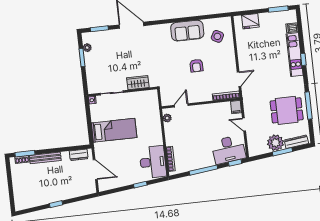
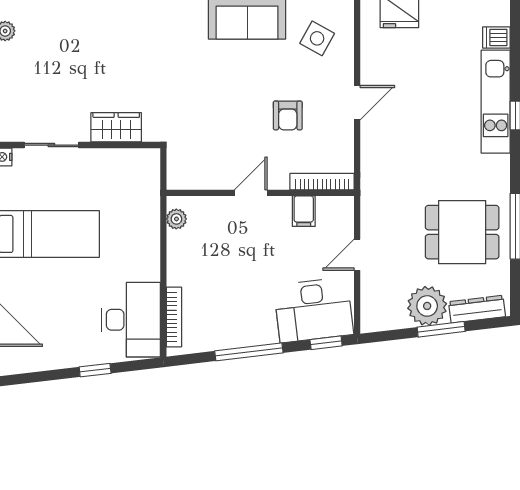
armchair: (196, 66) -> (288, 115), moved
door: (239, 79) -> (357, 103), moved
door: (181, 105) -> (251, 193), moved
filing cabinet: (236, 107) -> (304, 211), moved
door: (244, 125) -> (357, 255), hinge flipped

